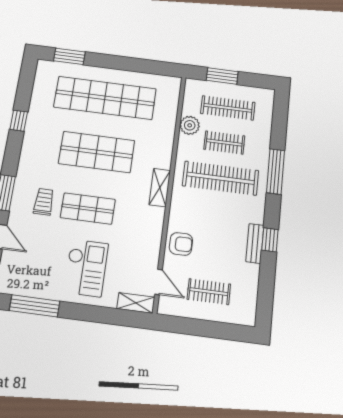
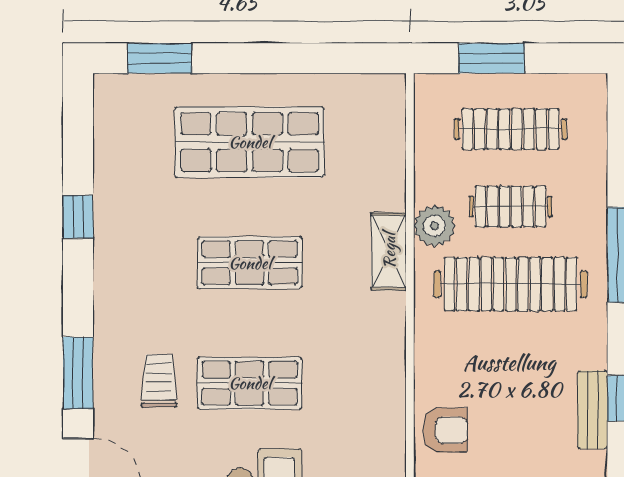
shop shelf: (105, 98) -> (250, 142), width x0.71
plant: (190, 125) -> (435, 226), moved
shop shelf: (97, 152) -> (250, 263), width x0.70, depth x0.74
shelving: (160, 188) -> (389, 251), moved

